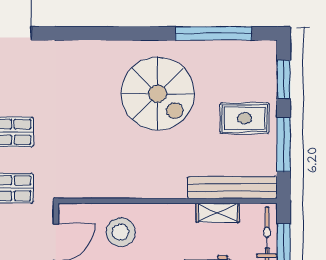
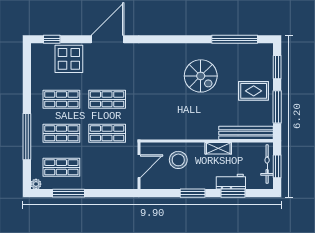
spiral stairs: (158, 94) -> (201, 76), width x0.73, depth x0.73
shelving: (218, 213) -> (218, 148), moved

